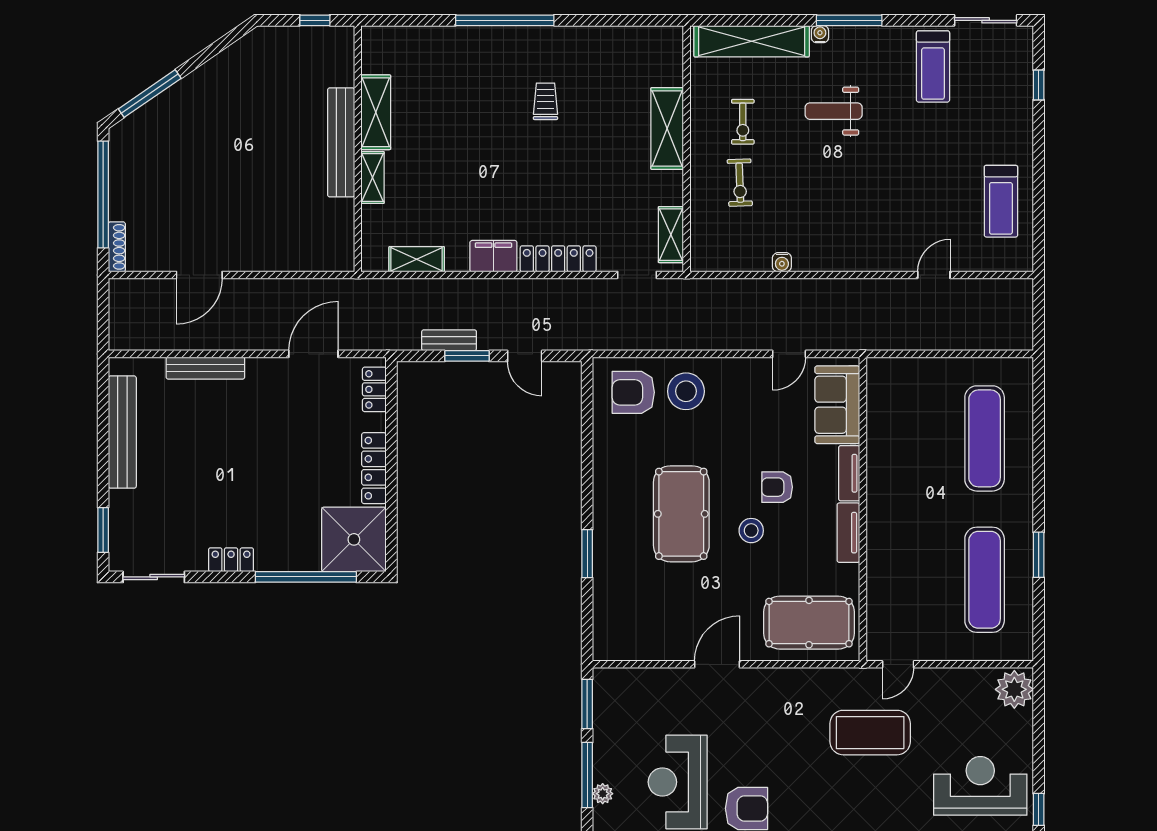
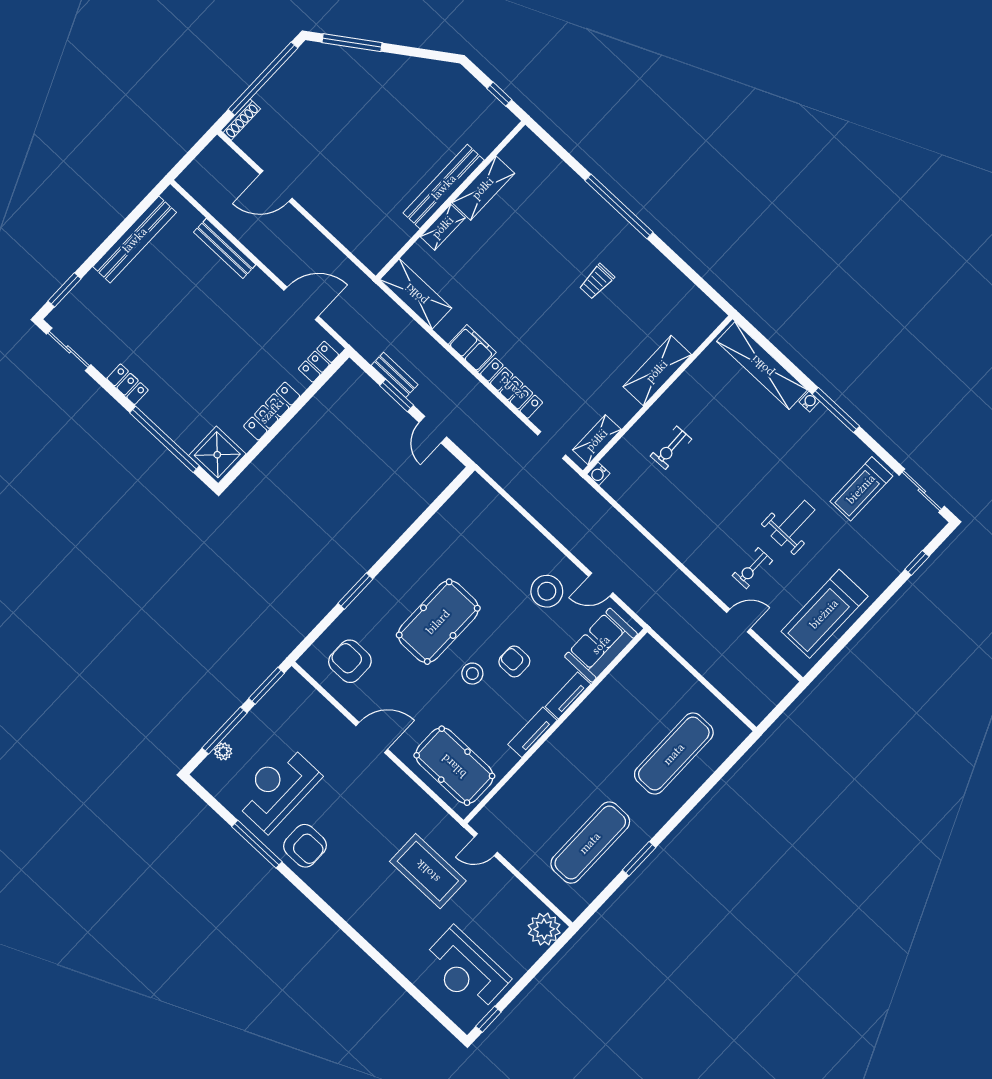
trolley: (545, 101) -> (597, 281), turned 180
weight bench: (834, 111) -> (793, 523), moved, turned 90
exercise bike: (743, 122) -> (752, 568), moved
treadmill: (1001, 201) -> (824, 614), width x1.37, depth x1.38
shelving: (417, 259) -> (416, 294), width x1.50, depth x1.33
water cooler: (782, 262) -> (598, 474), moved
stool: (686, 391) -> (547, 591), moved
armchair: (633, 392) -> (350, 661), moved
shower: (354, 539) -> (217, 455), width x0.73, depth x0.73
reception desk: (980, 786) -> (466, 970), turned 180

